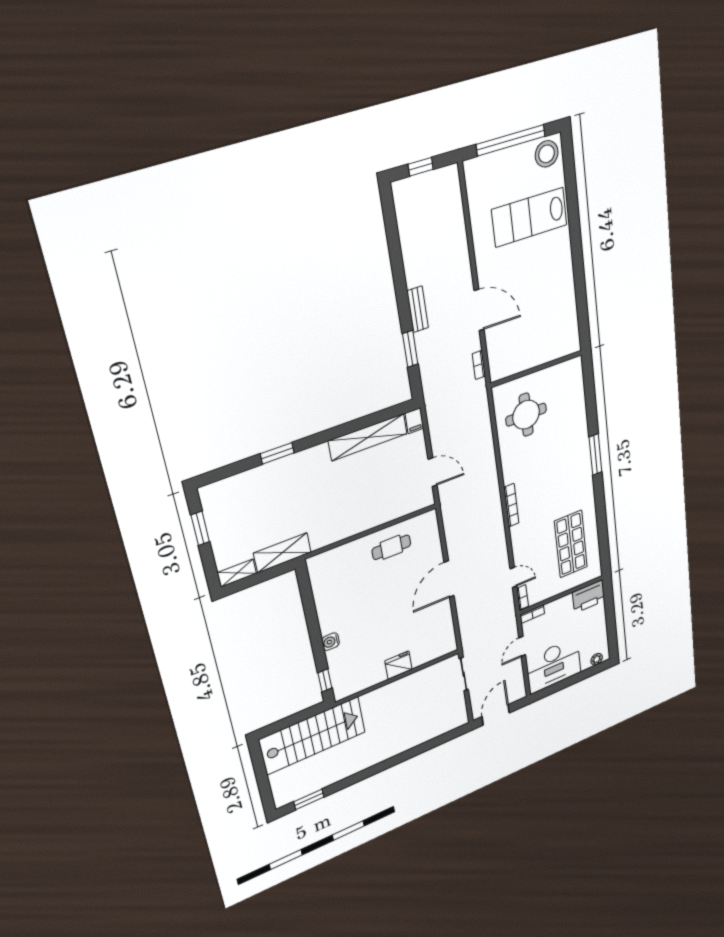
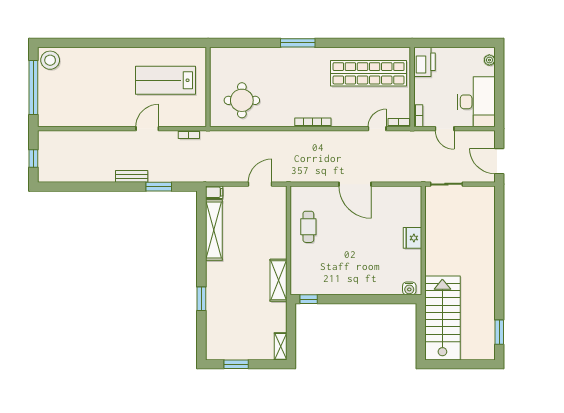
lab bench: (529, 217) -> (166, 80), moved, turned 90
door: (479, 310) -> (147, 129), width x0.73
shop shelf: (571, 544) -> (369, 73), width x1.40
shelving: (282, 553) -> (278, 280), moved
water cooler: (331, 642) -> (409, 288), moved
window: (325, 680) -> (309, 299), moved

